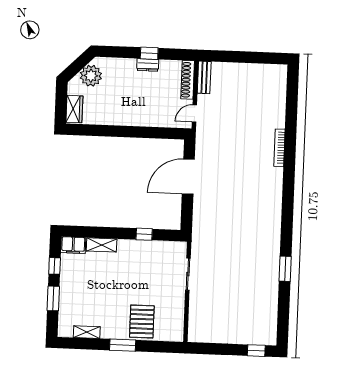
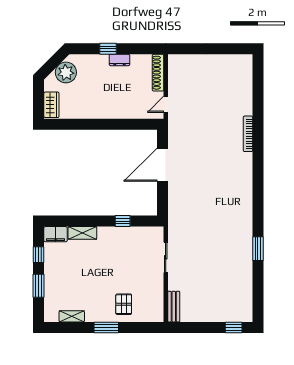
window: (149, 53) -> (108, 49), moved
bench: (204, 77) -> (174, 307), moved
pallet: (142, 321) -> (124, 304), width x0.67, depth x0.71

